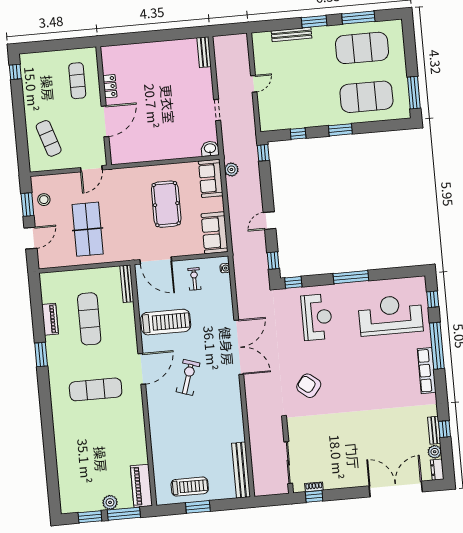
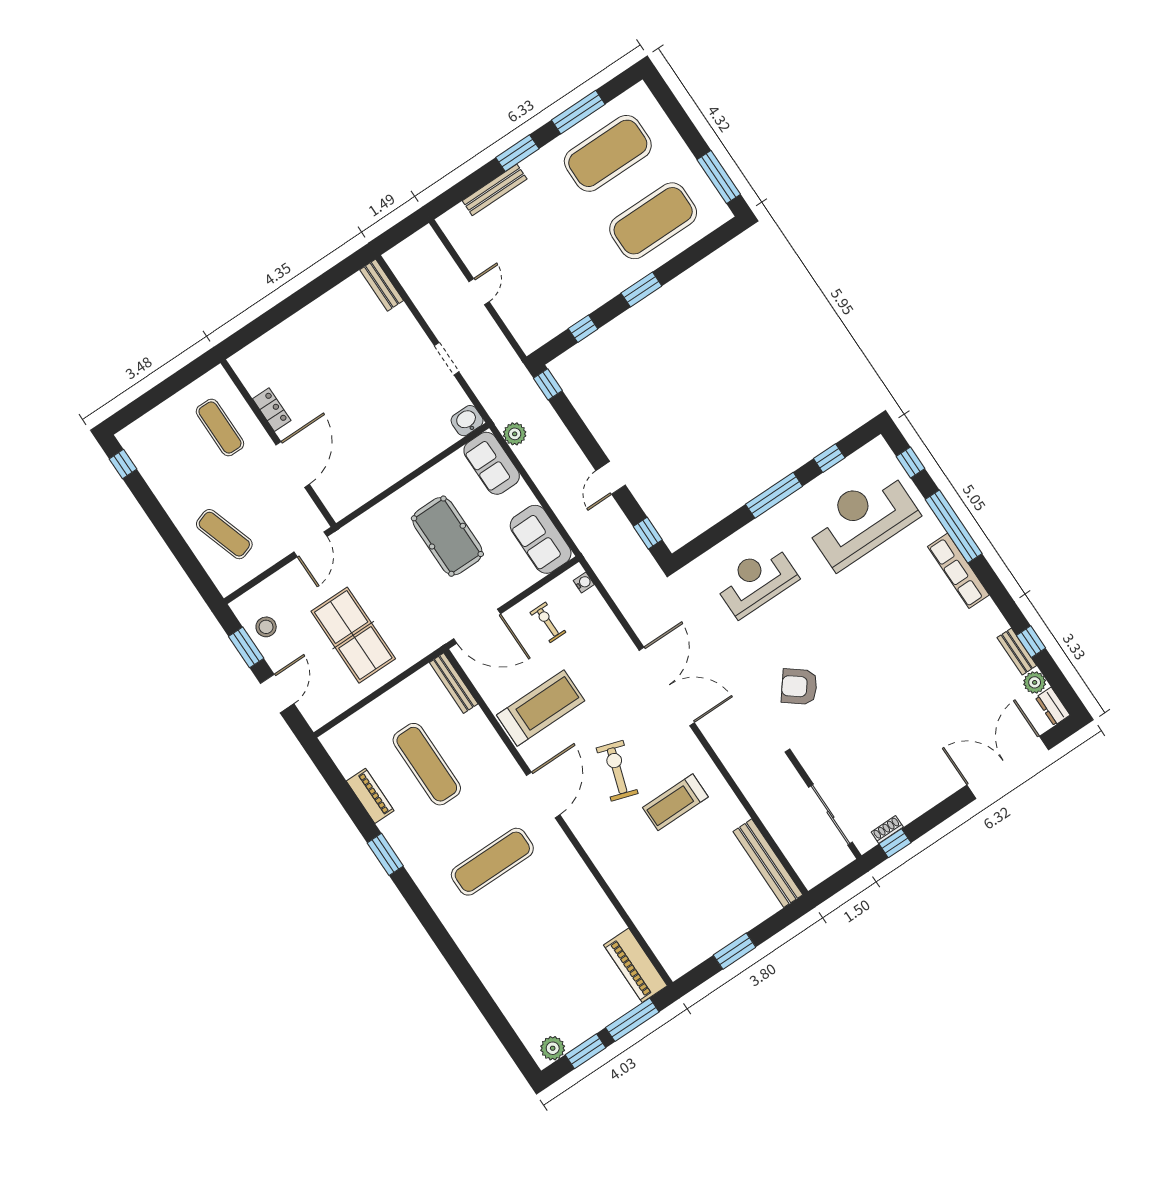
window: (293, 282) -> (829, 458), moved
reception desk: (317, 317) -> (756, 580), turned -90
treadmill: (190, 487) -> (675, 802), moved, turned 180
plant: (110, 502) -> (553, 1048), moved

